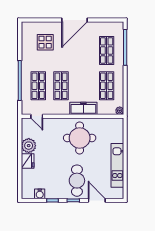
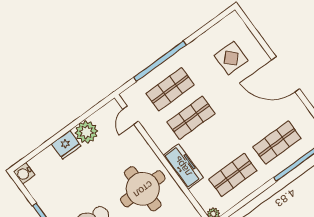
water cooler: (40, 194) -> (24, 173), moved

